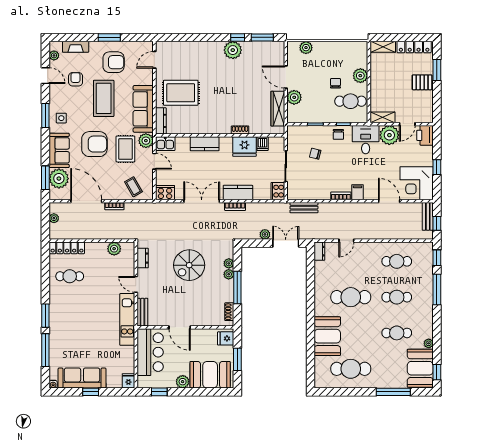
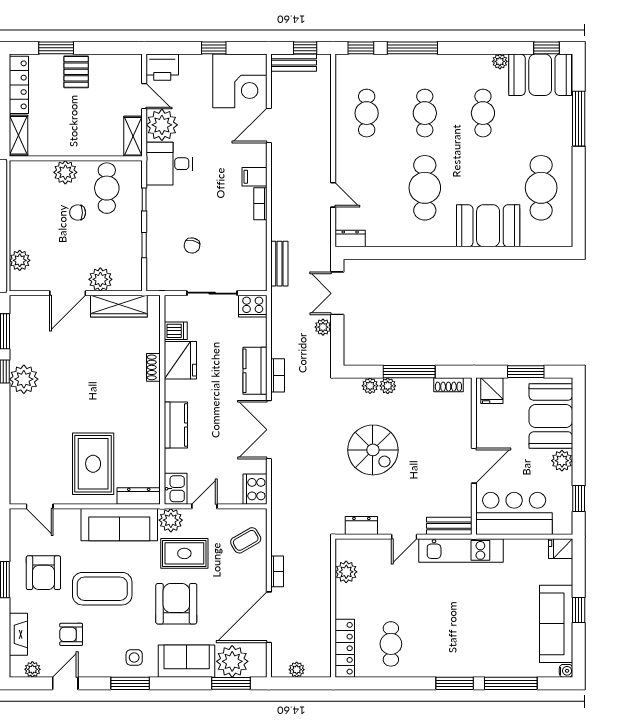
armchair: (114, 62) -> (43, 573), turned 180
chair: (338, 134) -> (161, 208), removed

